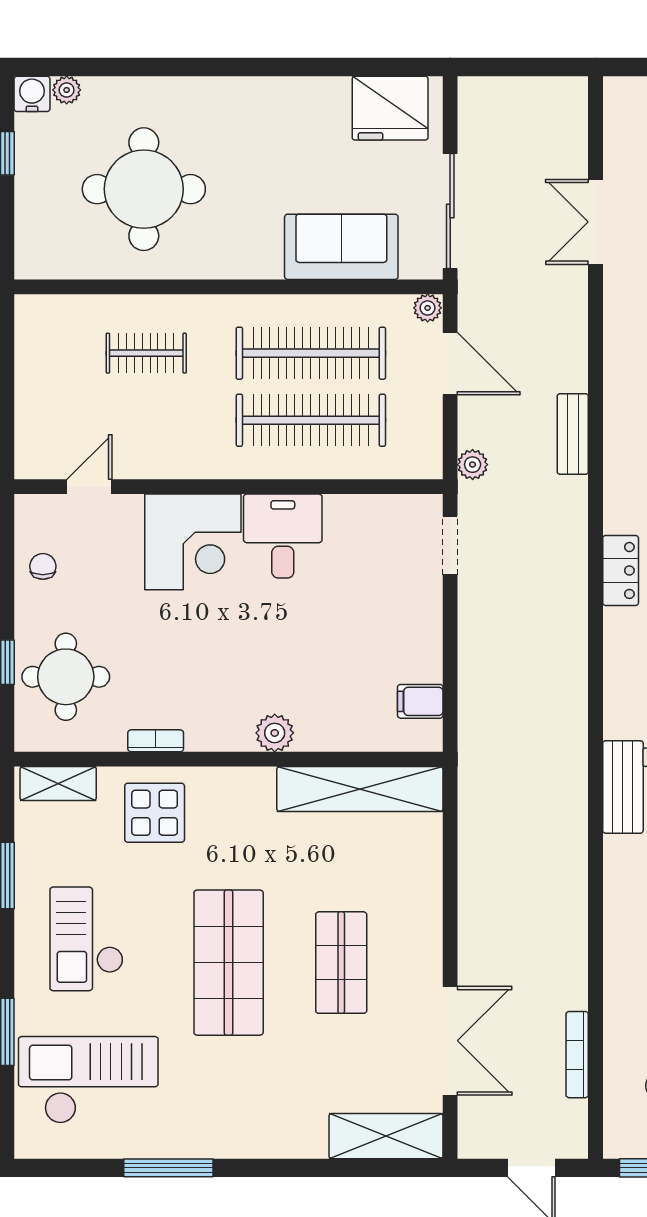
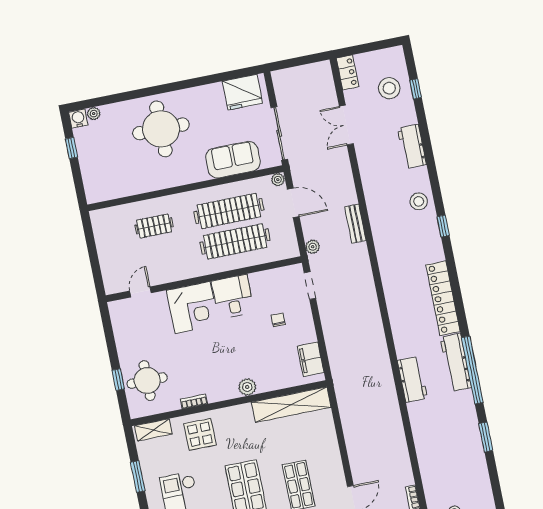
round table: (144, 189) -> (161, 129), moved
chair: (43, 566) -> (278, 320), moved
locker: (621, 570) -> (348, 72), moved
filing cabinet: (420, 701) -> (311, 359), width x2.00

